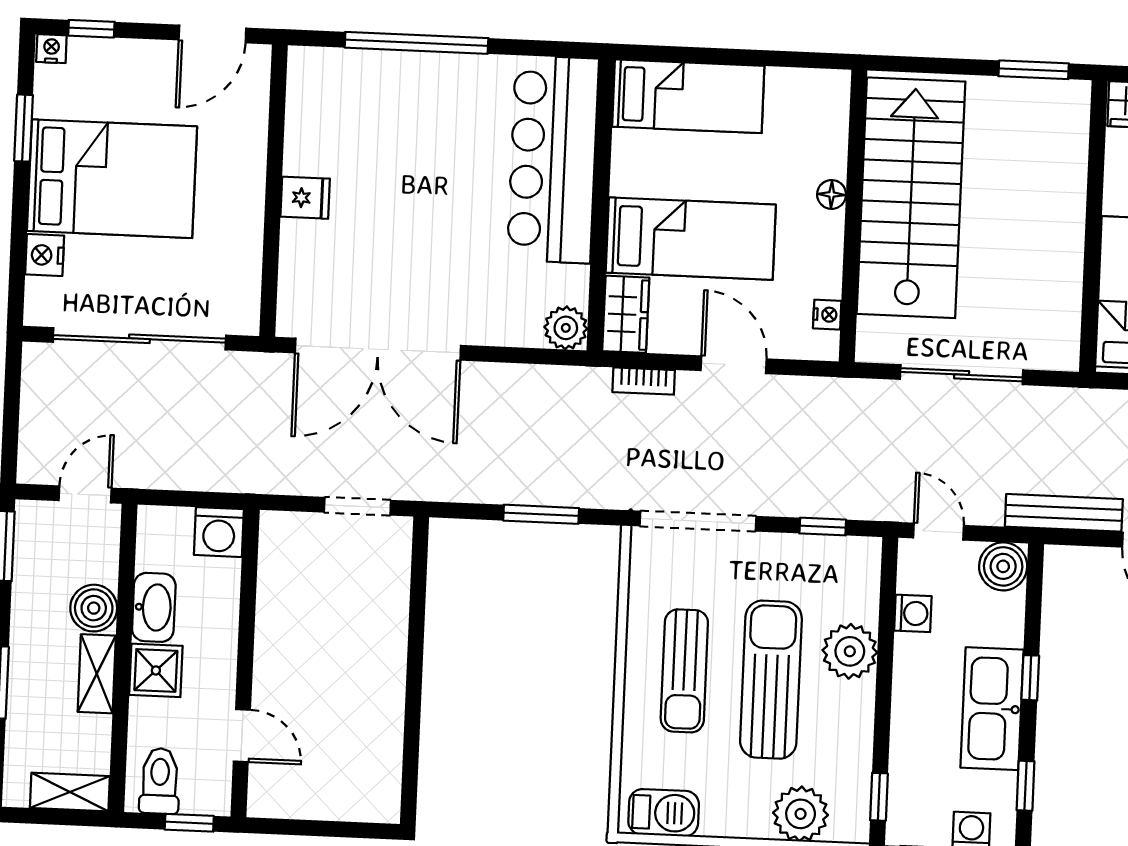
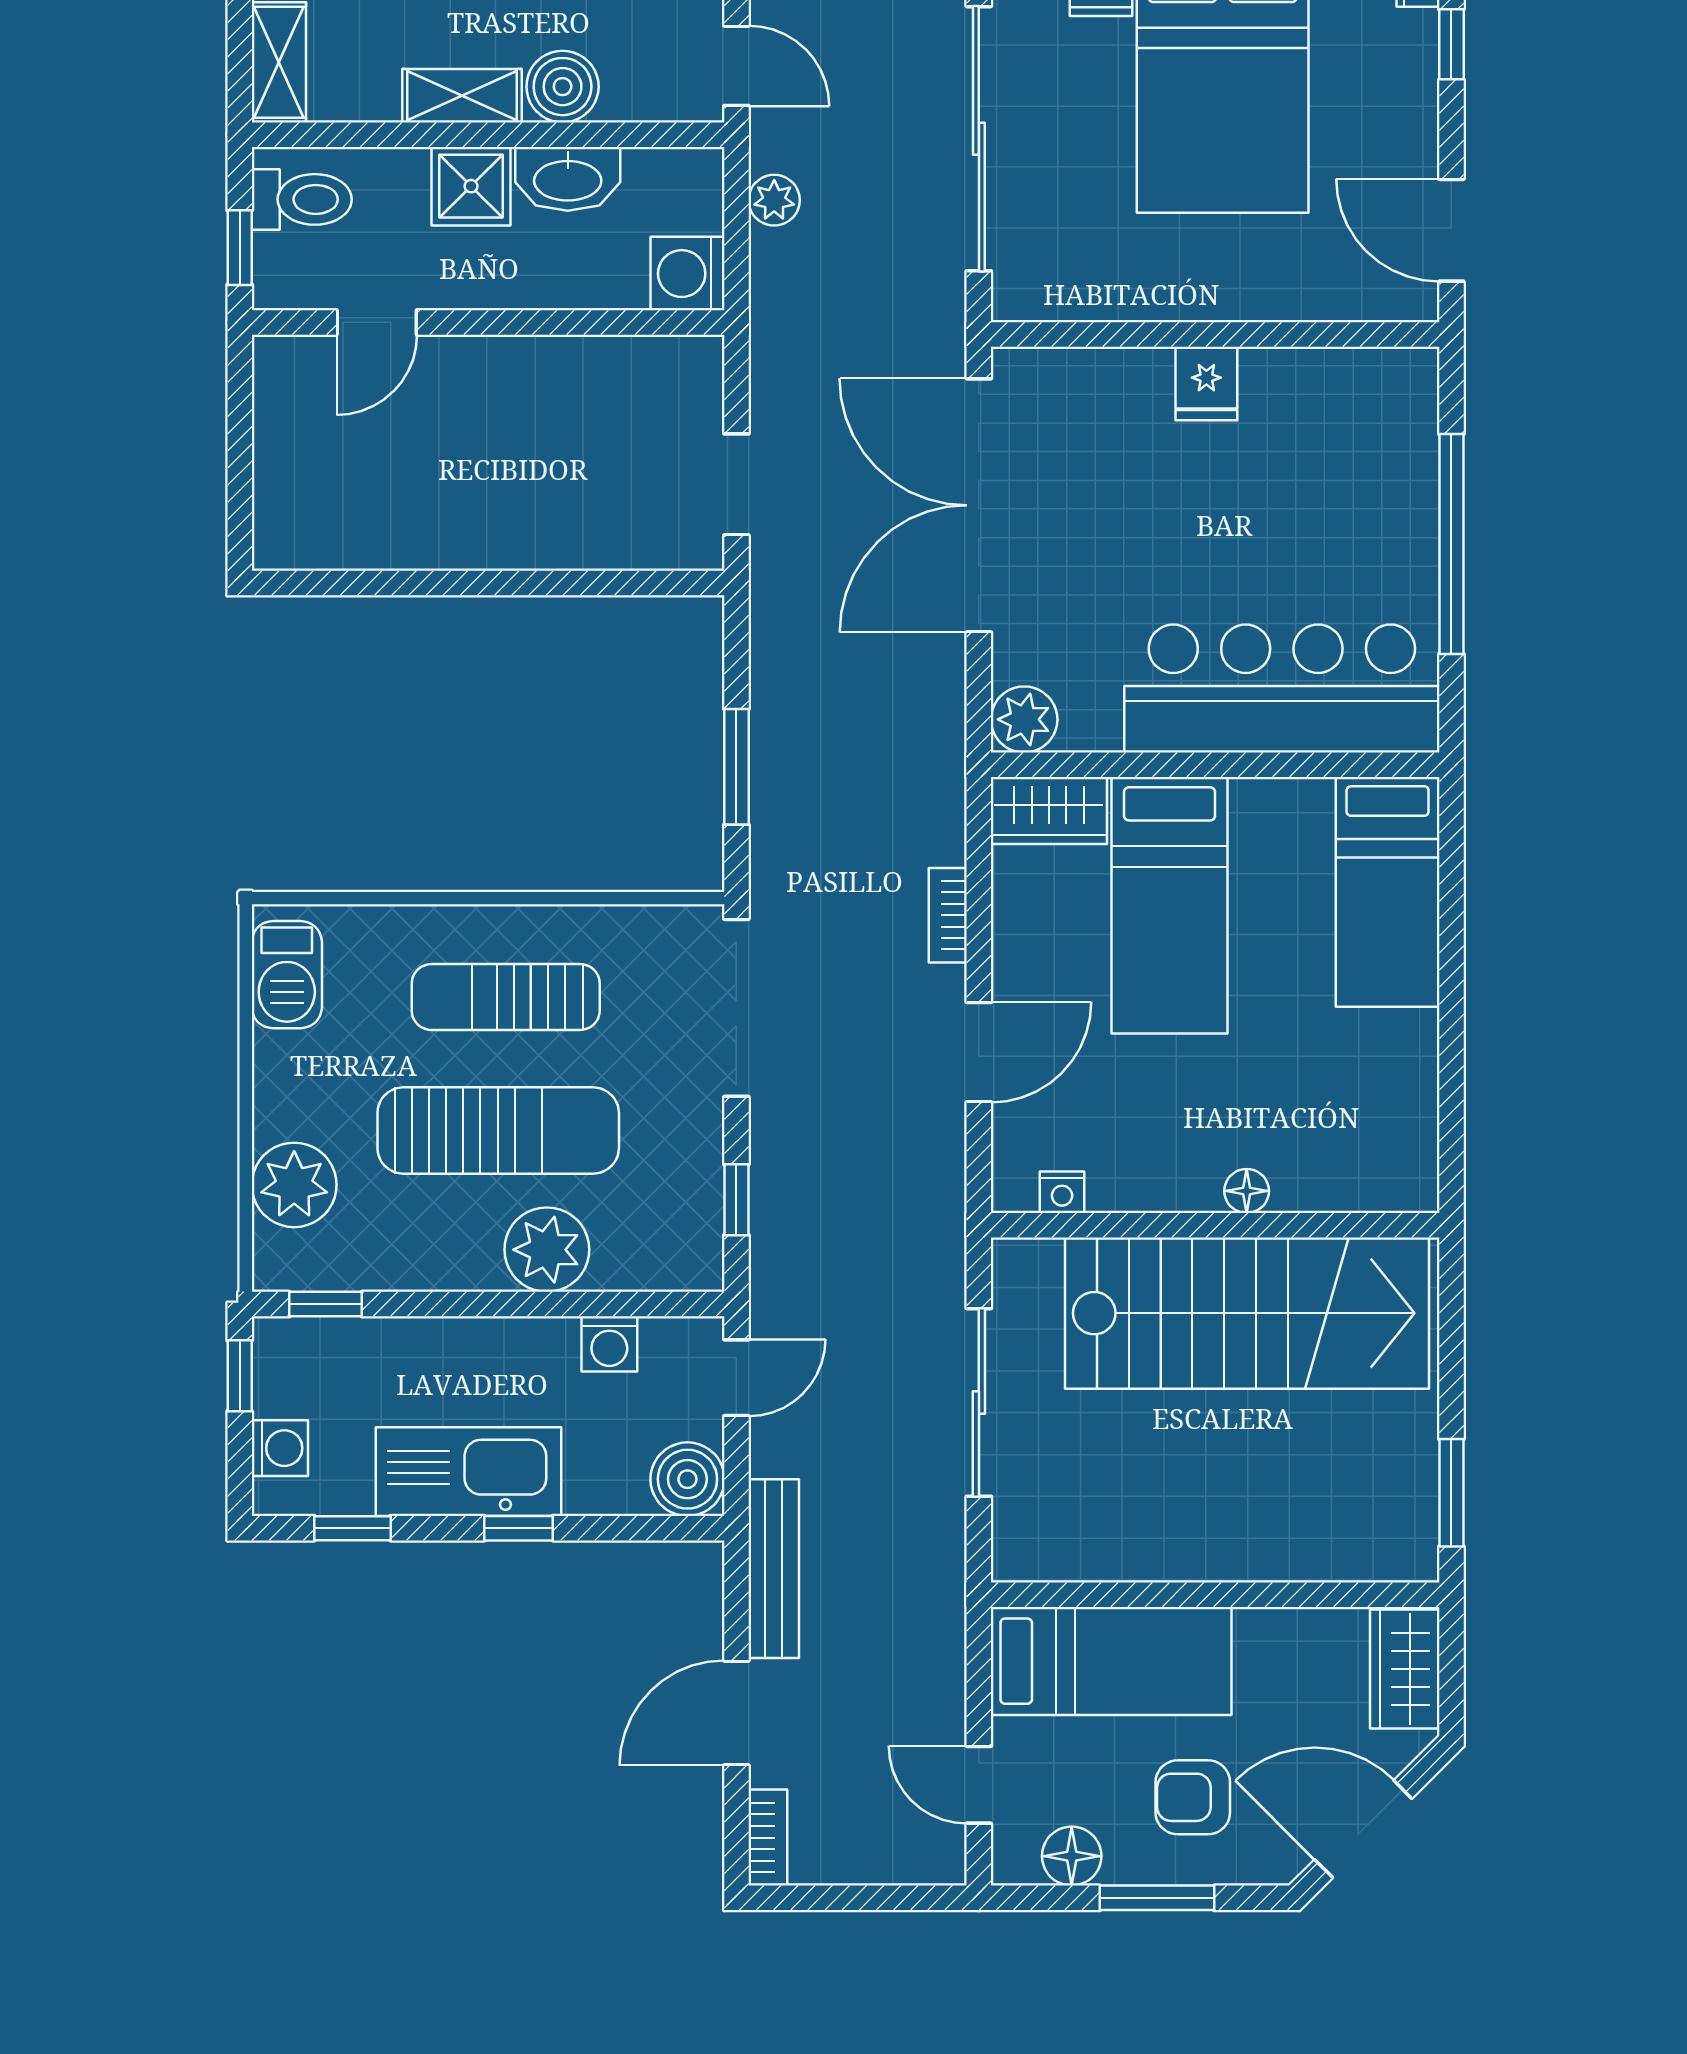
bed: (688, 96) -> (1388, 892), moved
bar counter: (553, 159) -> (1282, 689), moved
wall: (601, 205) -> (1215, 765), moved
bed: (691, 239) -> (1170, 905), moved
wardrobe: (626, 314) -> (1049, 811), moved
plant: (566, 328) -> (1024, 719), moved
plant: (174, 474) -> (774, 200), added

